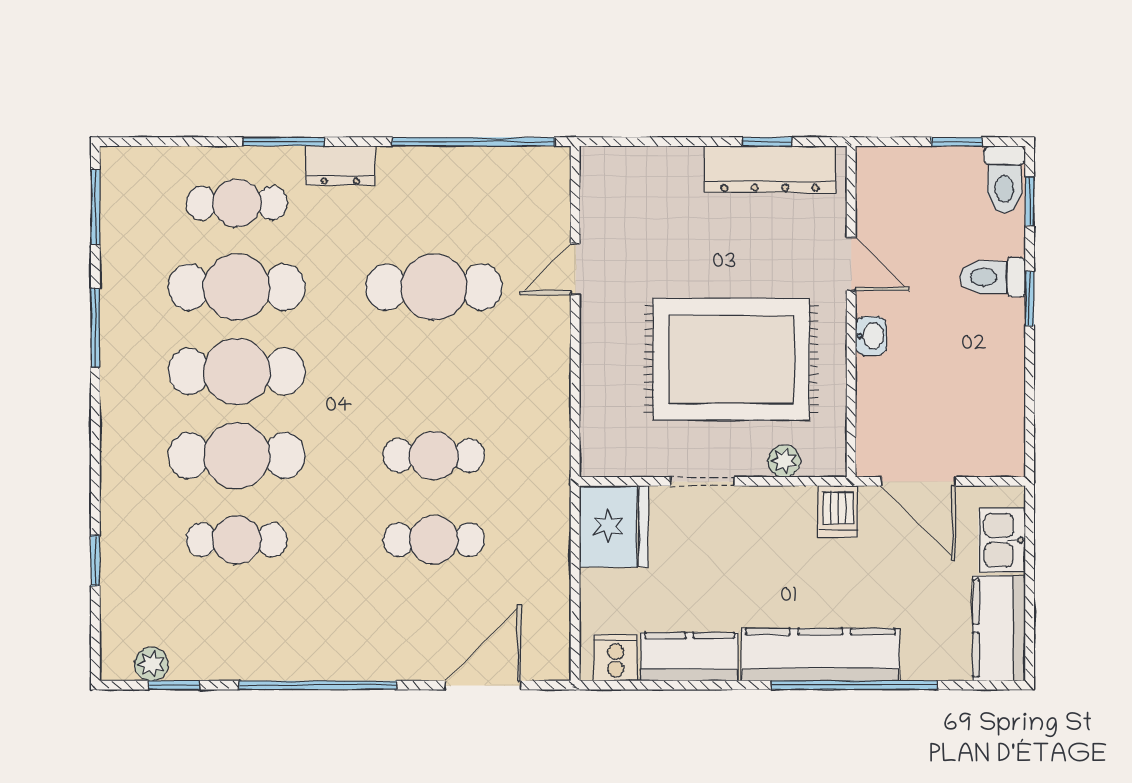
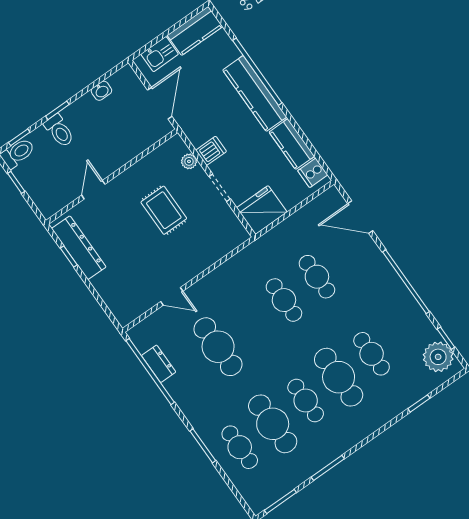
dresser: (340, 166) -> (159, 364), moved
washbasin: (871, 336) -> (101, 91), moved, turned 180
rug: (731, 359) -> (164, 210), width x0.54, depth x0.49
cafe table: (237, 371) -> (306, 400), width x0.73, depth x0.74
dishwasher: (838, 511) -> (211, 151), moved
plant: (151, 664) -> (438, 357), width x1.88, depth x1.88

